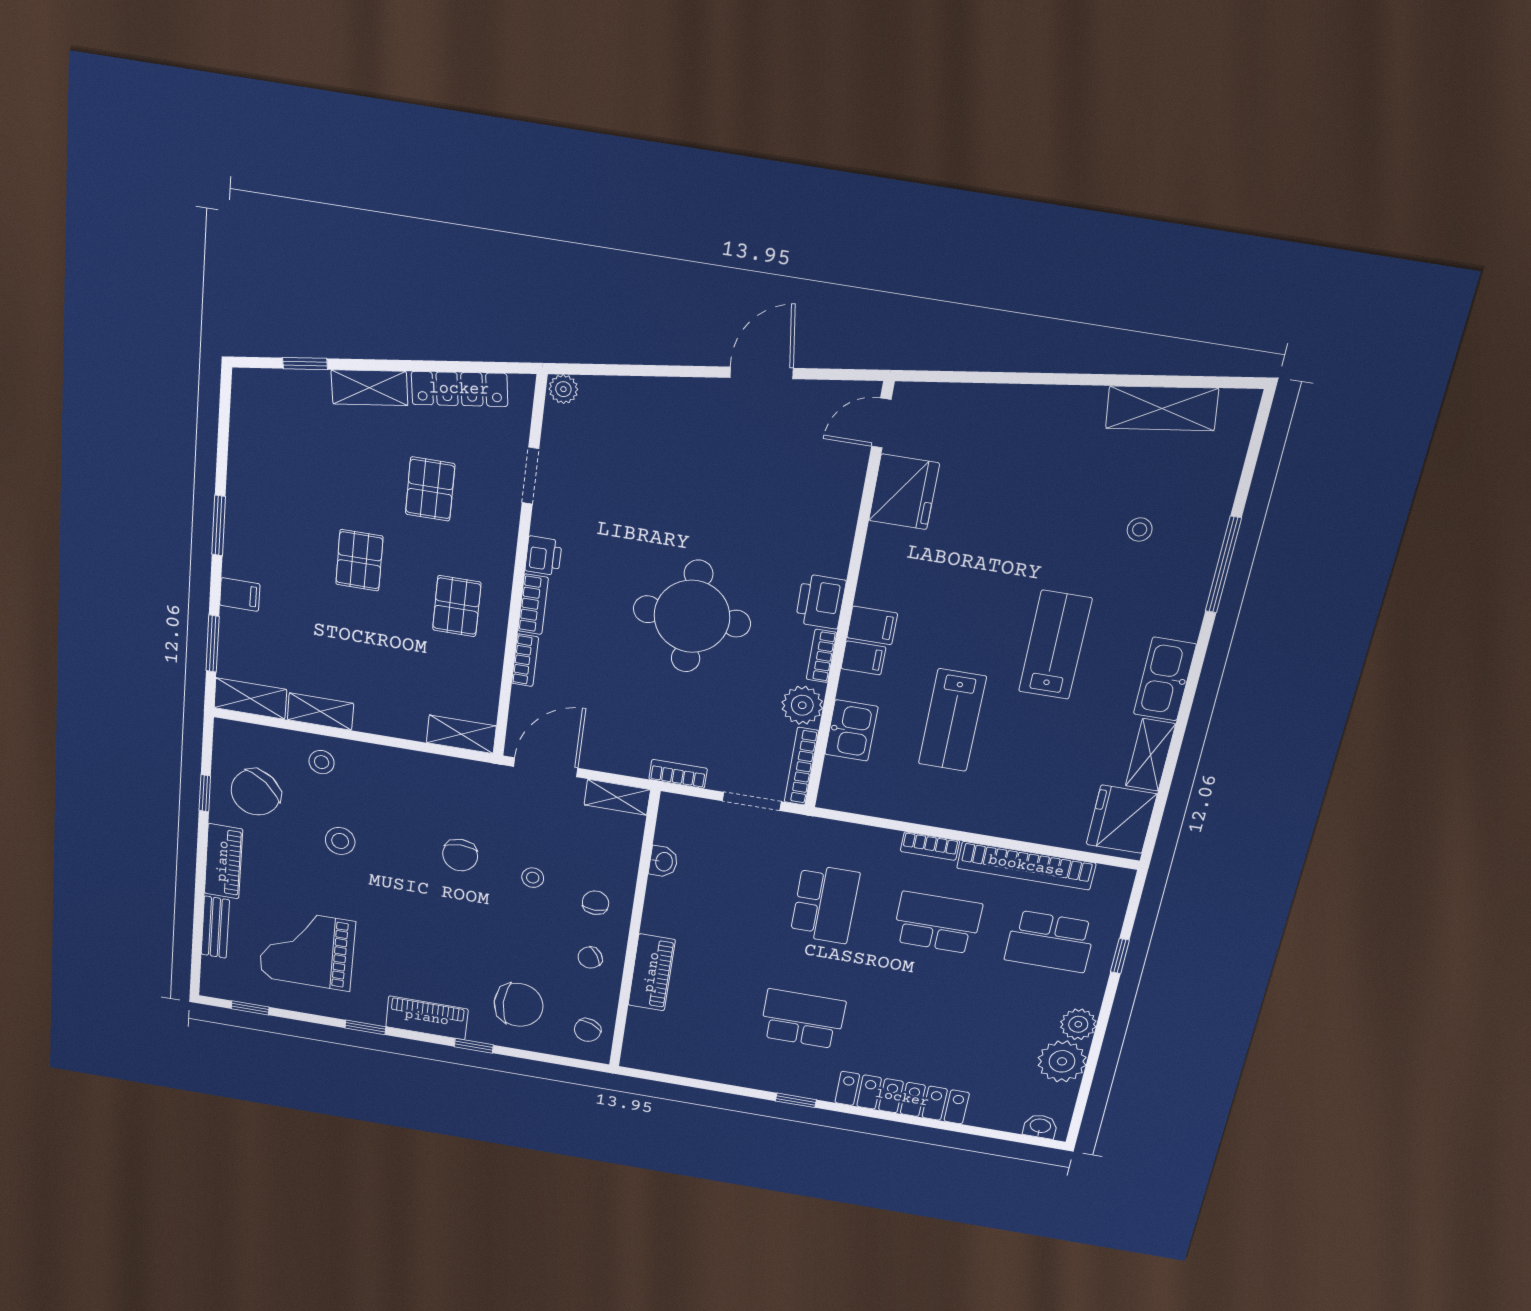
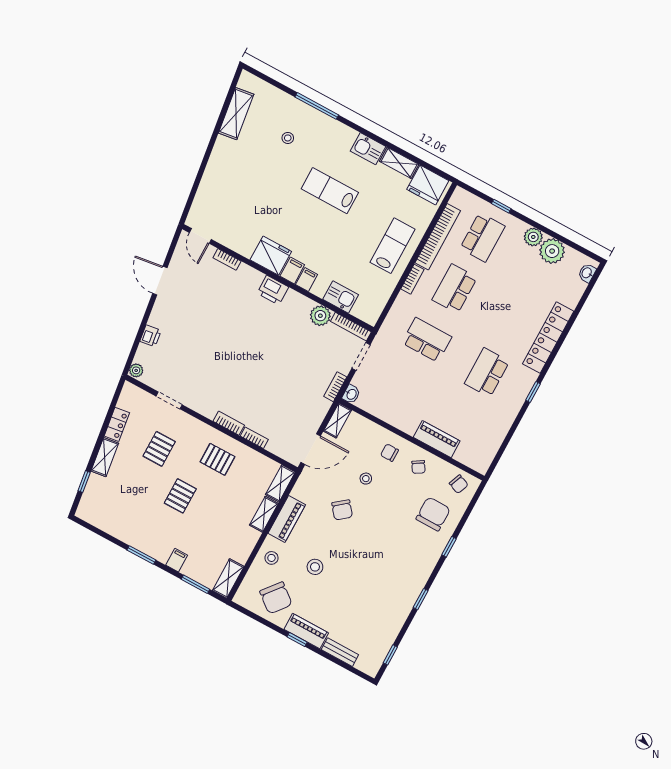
locker: (459, 389) -> (117, 424), width x0.66
pallet: (430, 489) -> (159, 449), turned 90
fridge: (904, 492) -> (271, 256), moved
printer: (543, 556) -> (151, 336), moved, turned 82
pallet: (359, 560) -> (180, 496), turned 90
round table: (692, 616) -> (260, 352), removed
bookcase: (821, 656) -> (227, 259), moved
kitchen sink: (1165, 679) -> (368, 149), width x0.73
shelving: (320, 712) -> (264, 514), moved
lab bench: (952, 720) -> (393, 246), moved, turned -90
door: (546, 767) -> (311, 449), swing flipped
window: (205, 793) -> (297, 640), moved
chair: (460, 855) -> (342, 510), turned 51
washbasin: (663, 862) -> (351, 394), moved, turned 90
grand piano: (307, 949) -> (367, 610), removed
piano: (427, 1018) -> (287, 519), moved, turned 180

